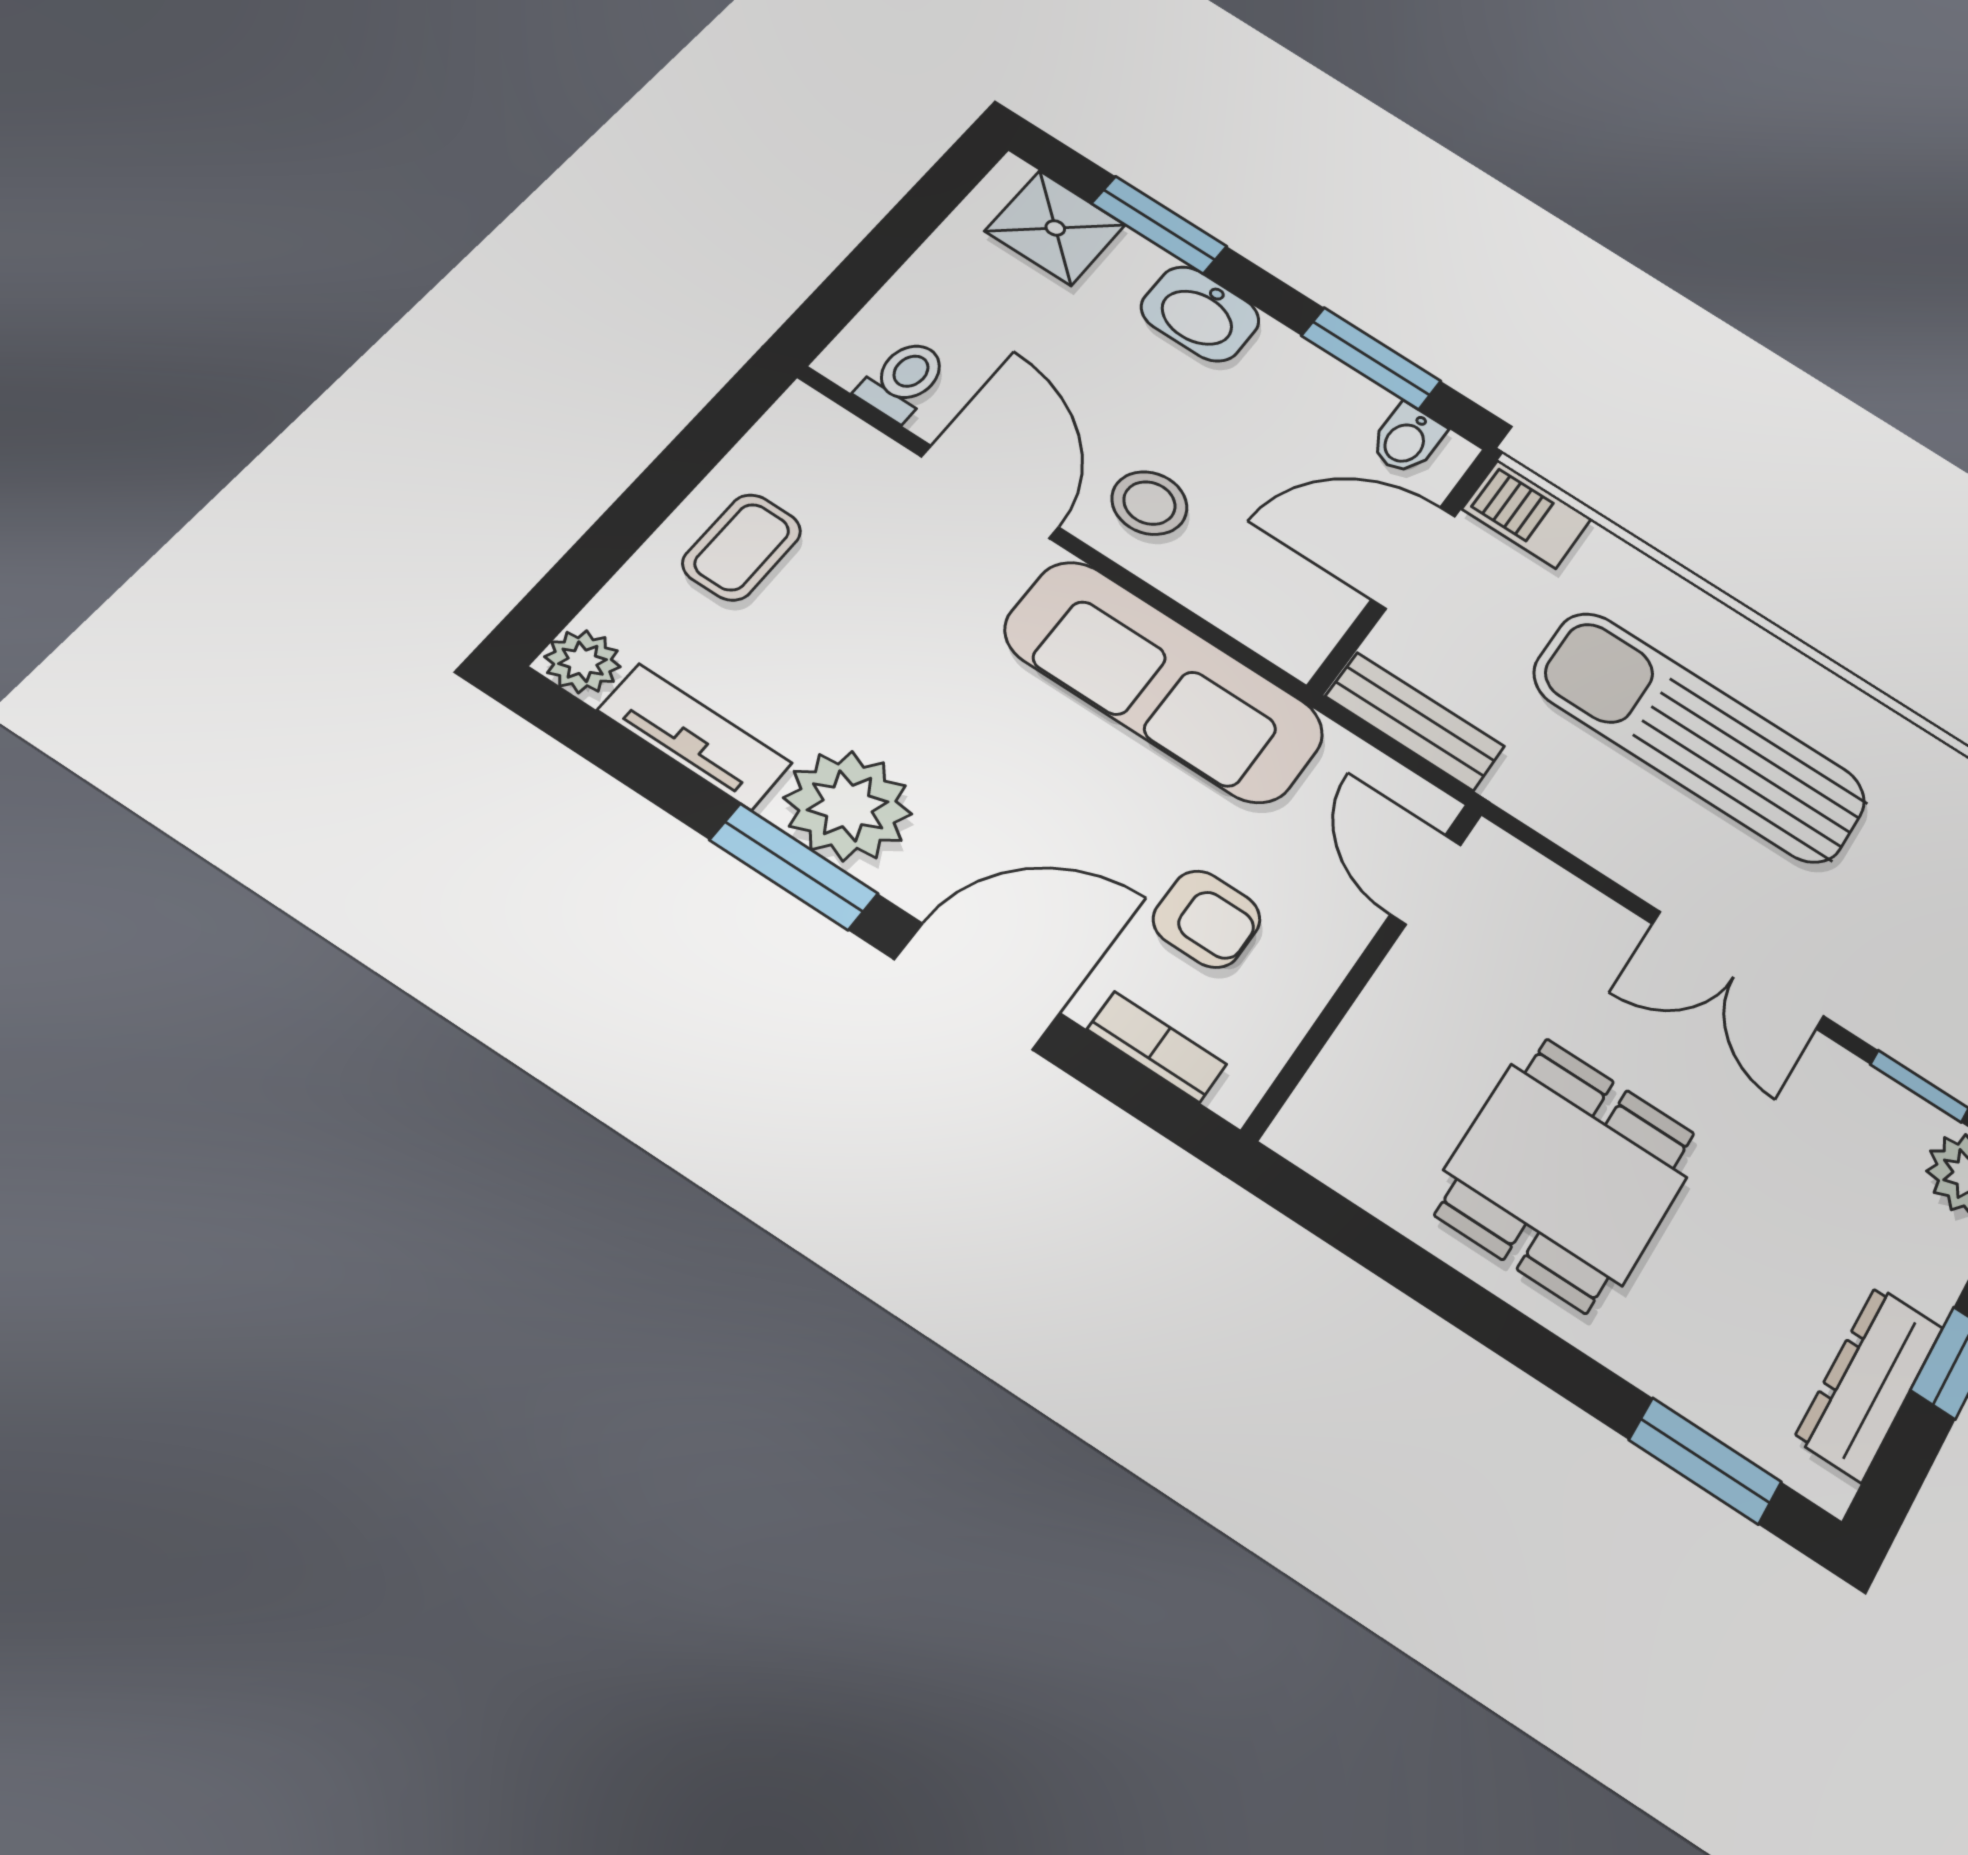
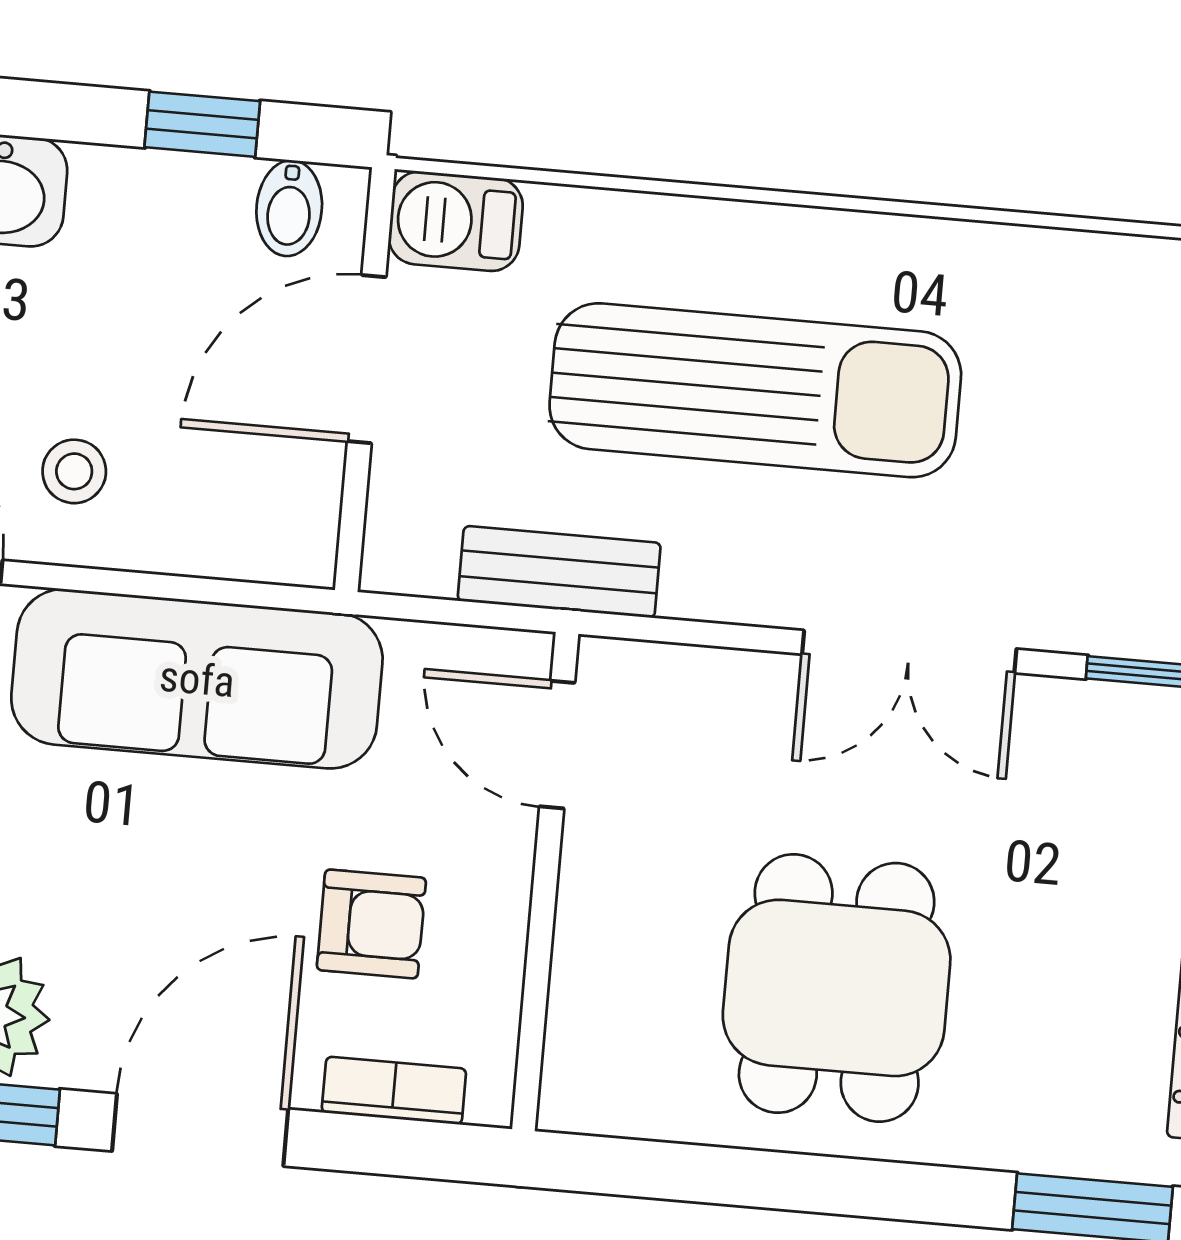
window: (1371, 358) -> (202, 124), width x0.67
stool: (1149, 503) -> (74, 471), width x0.73, depth x0.73
bench: (1415, 721) -> (559, 572), moved
sun lounger: (1699, 737) -> (755, 390), turned 180

